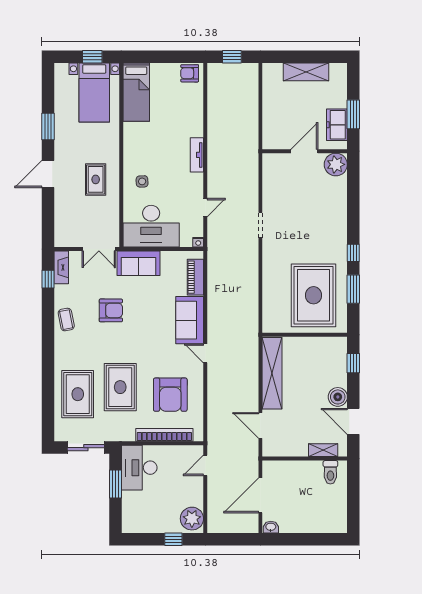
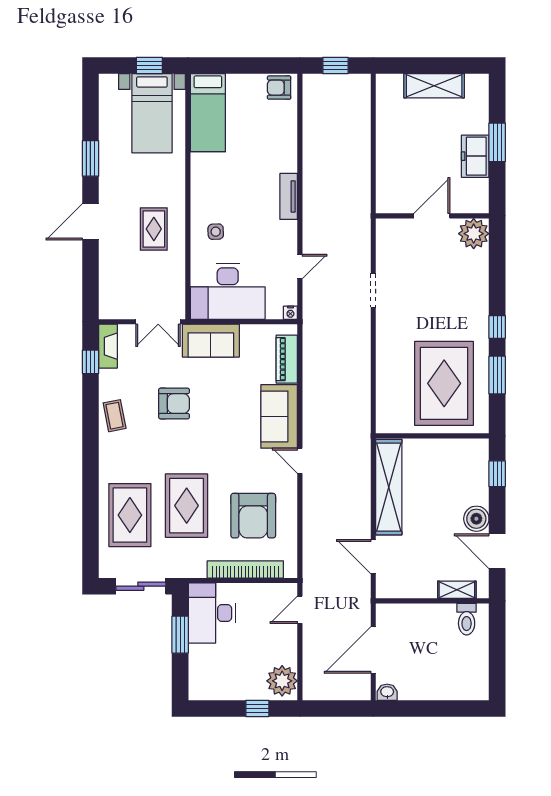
door: (304, 151) -> (432, 216), moved
wall: (305, 151) -> (432, 216), moved
plant: (336, 164) -> (474, 234), moved

